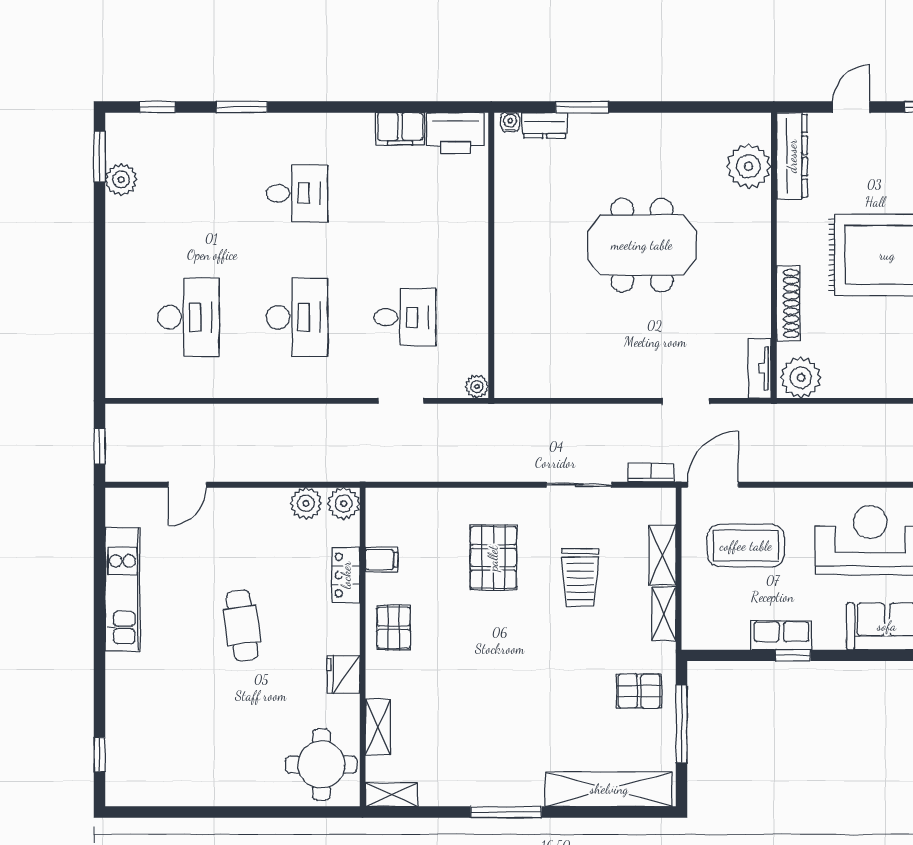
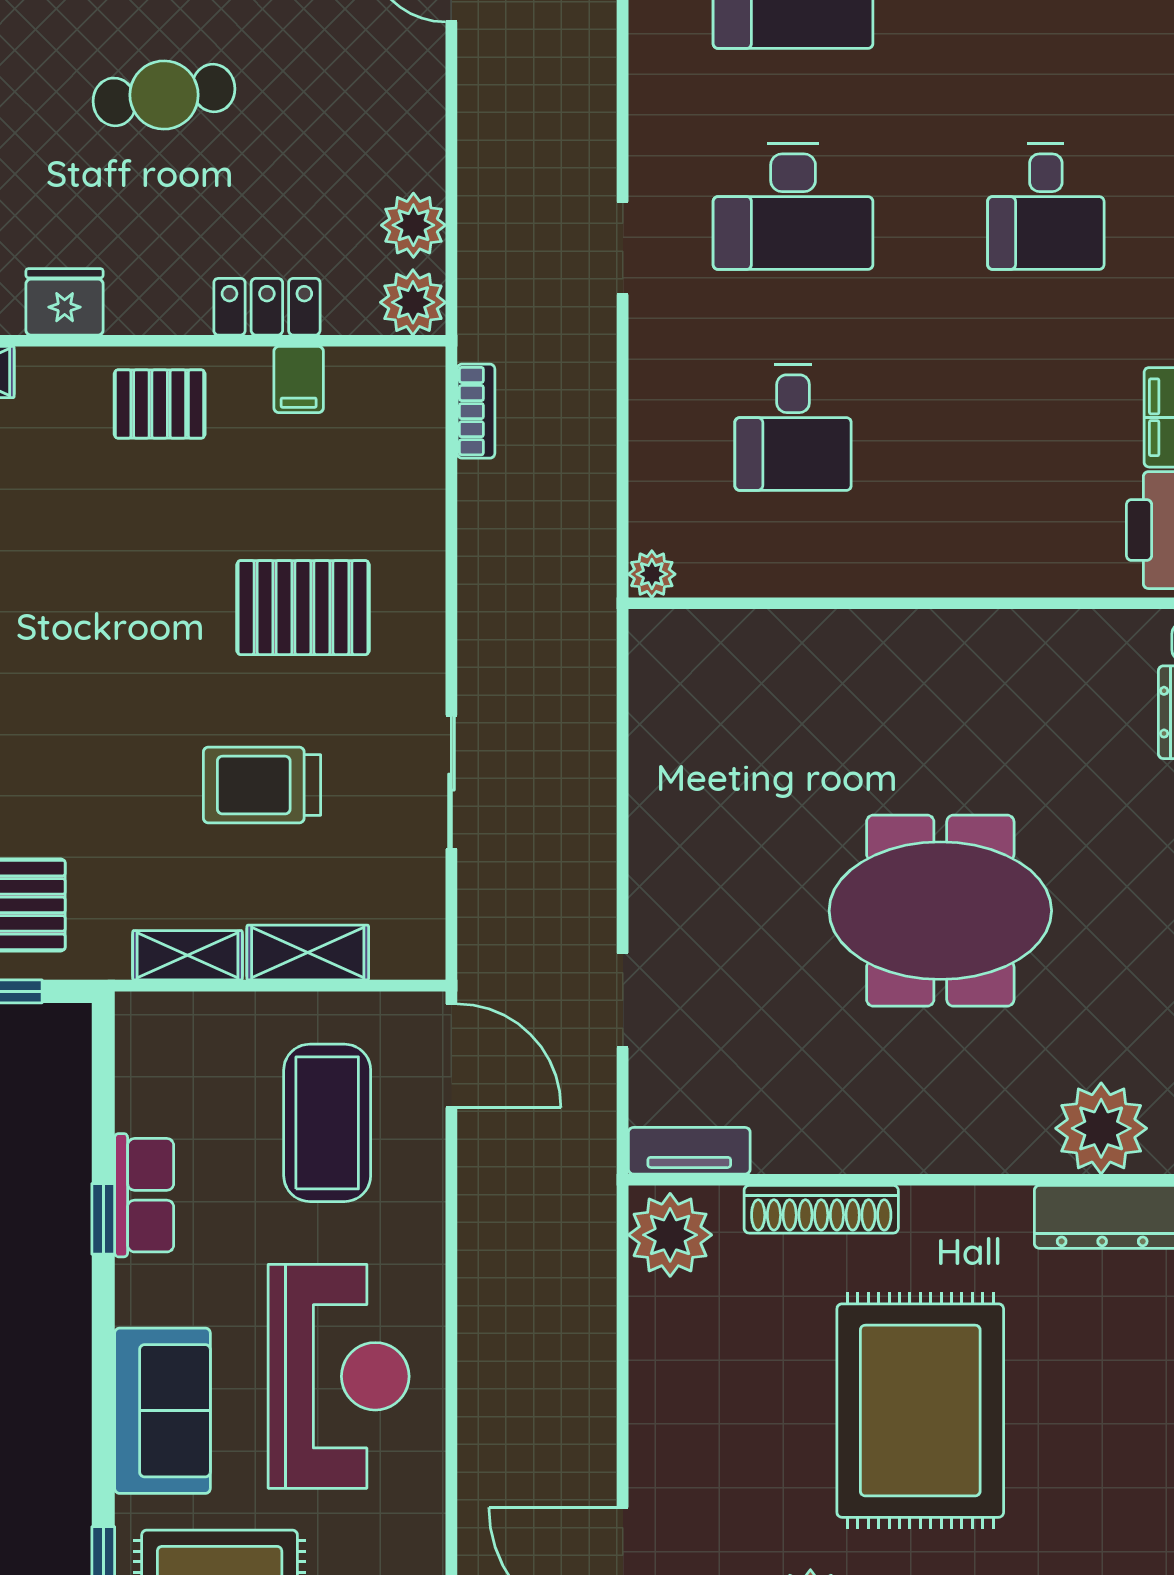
meeting table: (642, 245) -> (940, 911), turned 90
doorway: (401, 401) -> (623, 248), moved
bookcase: (651, 473) -> (476, 411), moved

